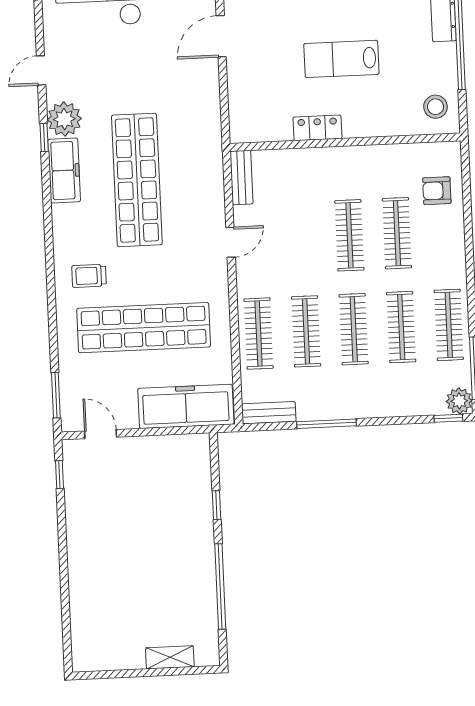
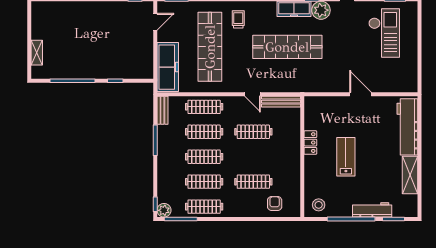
bench: (241, 177) -> (281, 102), width x1.36
clothes rail: (349, 235) -> (253, 132), moved

